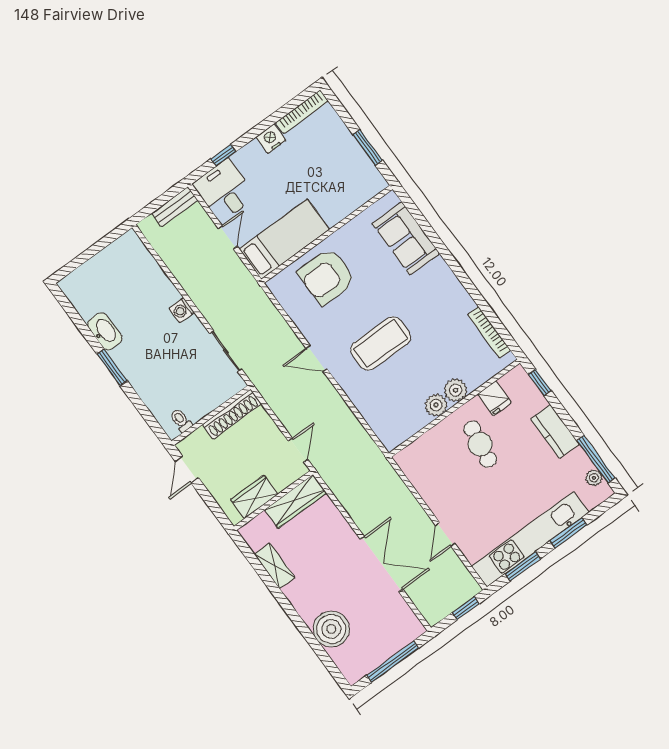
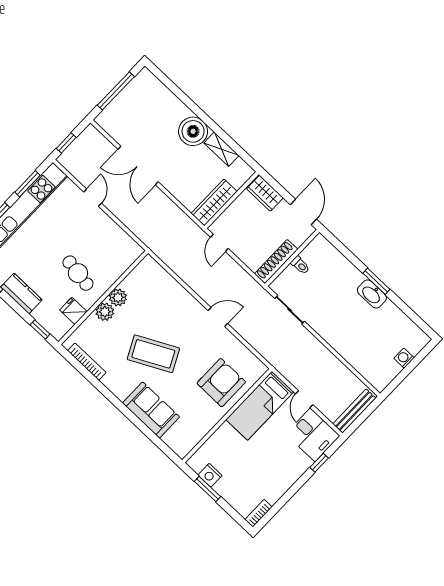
bookcase: (302, 112) -> (258, 513), width x0.64
nightstand: (271, 139) -> (210, 475), moved, turned 90
bench: (175, 207) -> (354, 411), width x1.36
sofa: (406, 238) -> (151, 410), moved
washing machine: (182, 310) -> (404, 358), moved, turned -90
washbasin: (105, 331) -> (372, 294), moved
coffee table: (381, 343) -> (153, 354), moved, turned 63
toilet: (181, 420) -> (300, 265), moved
door: (187, 470) -> (303, 212), width x1.38
wardrobe: (254, 497) -> (265, 193), moved, turned 90
boiler: (331, 629) -> (193, 131), moved

